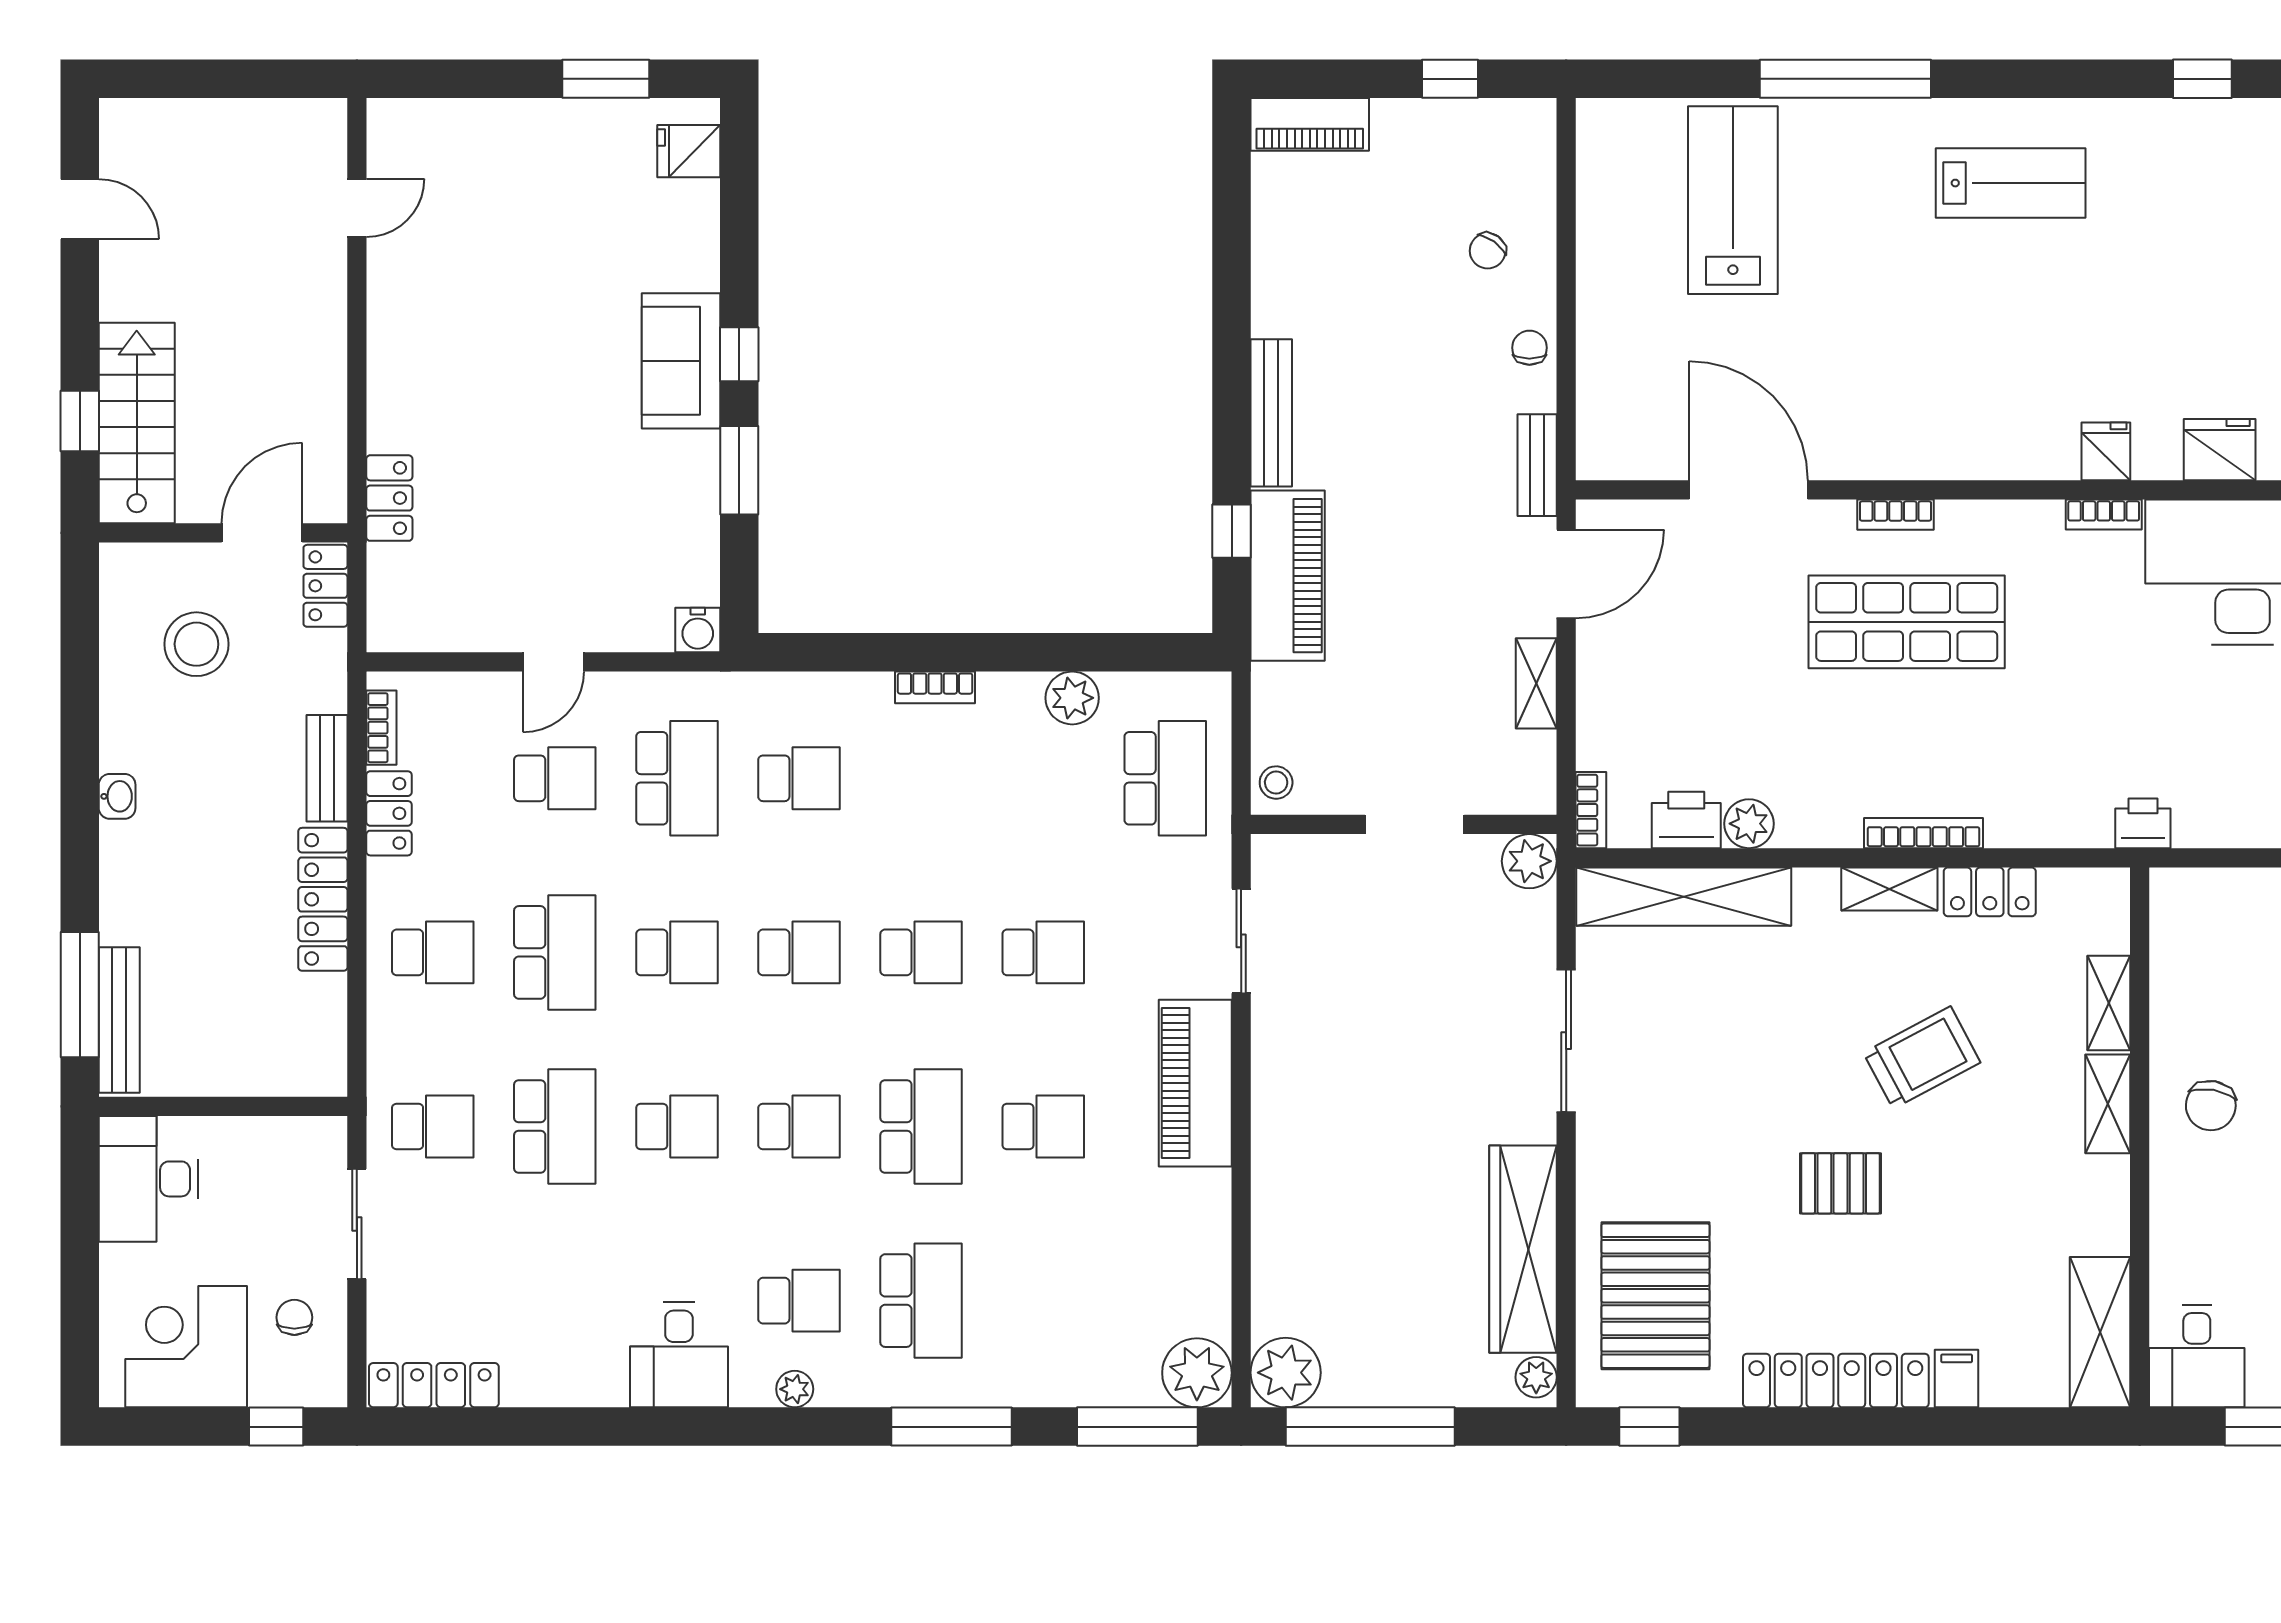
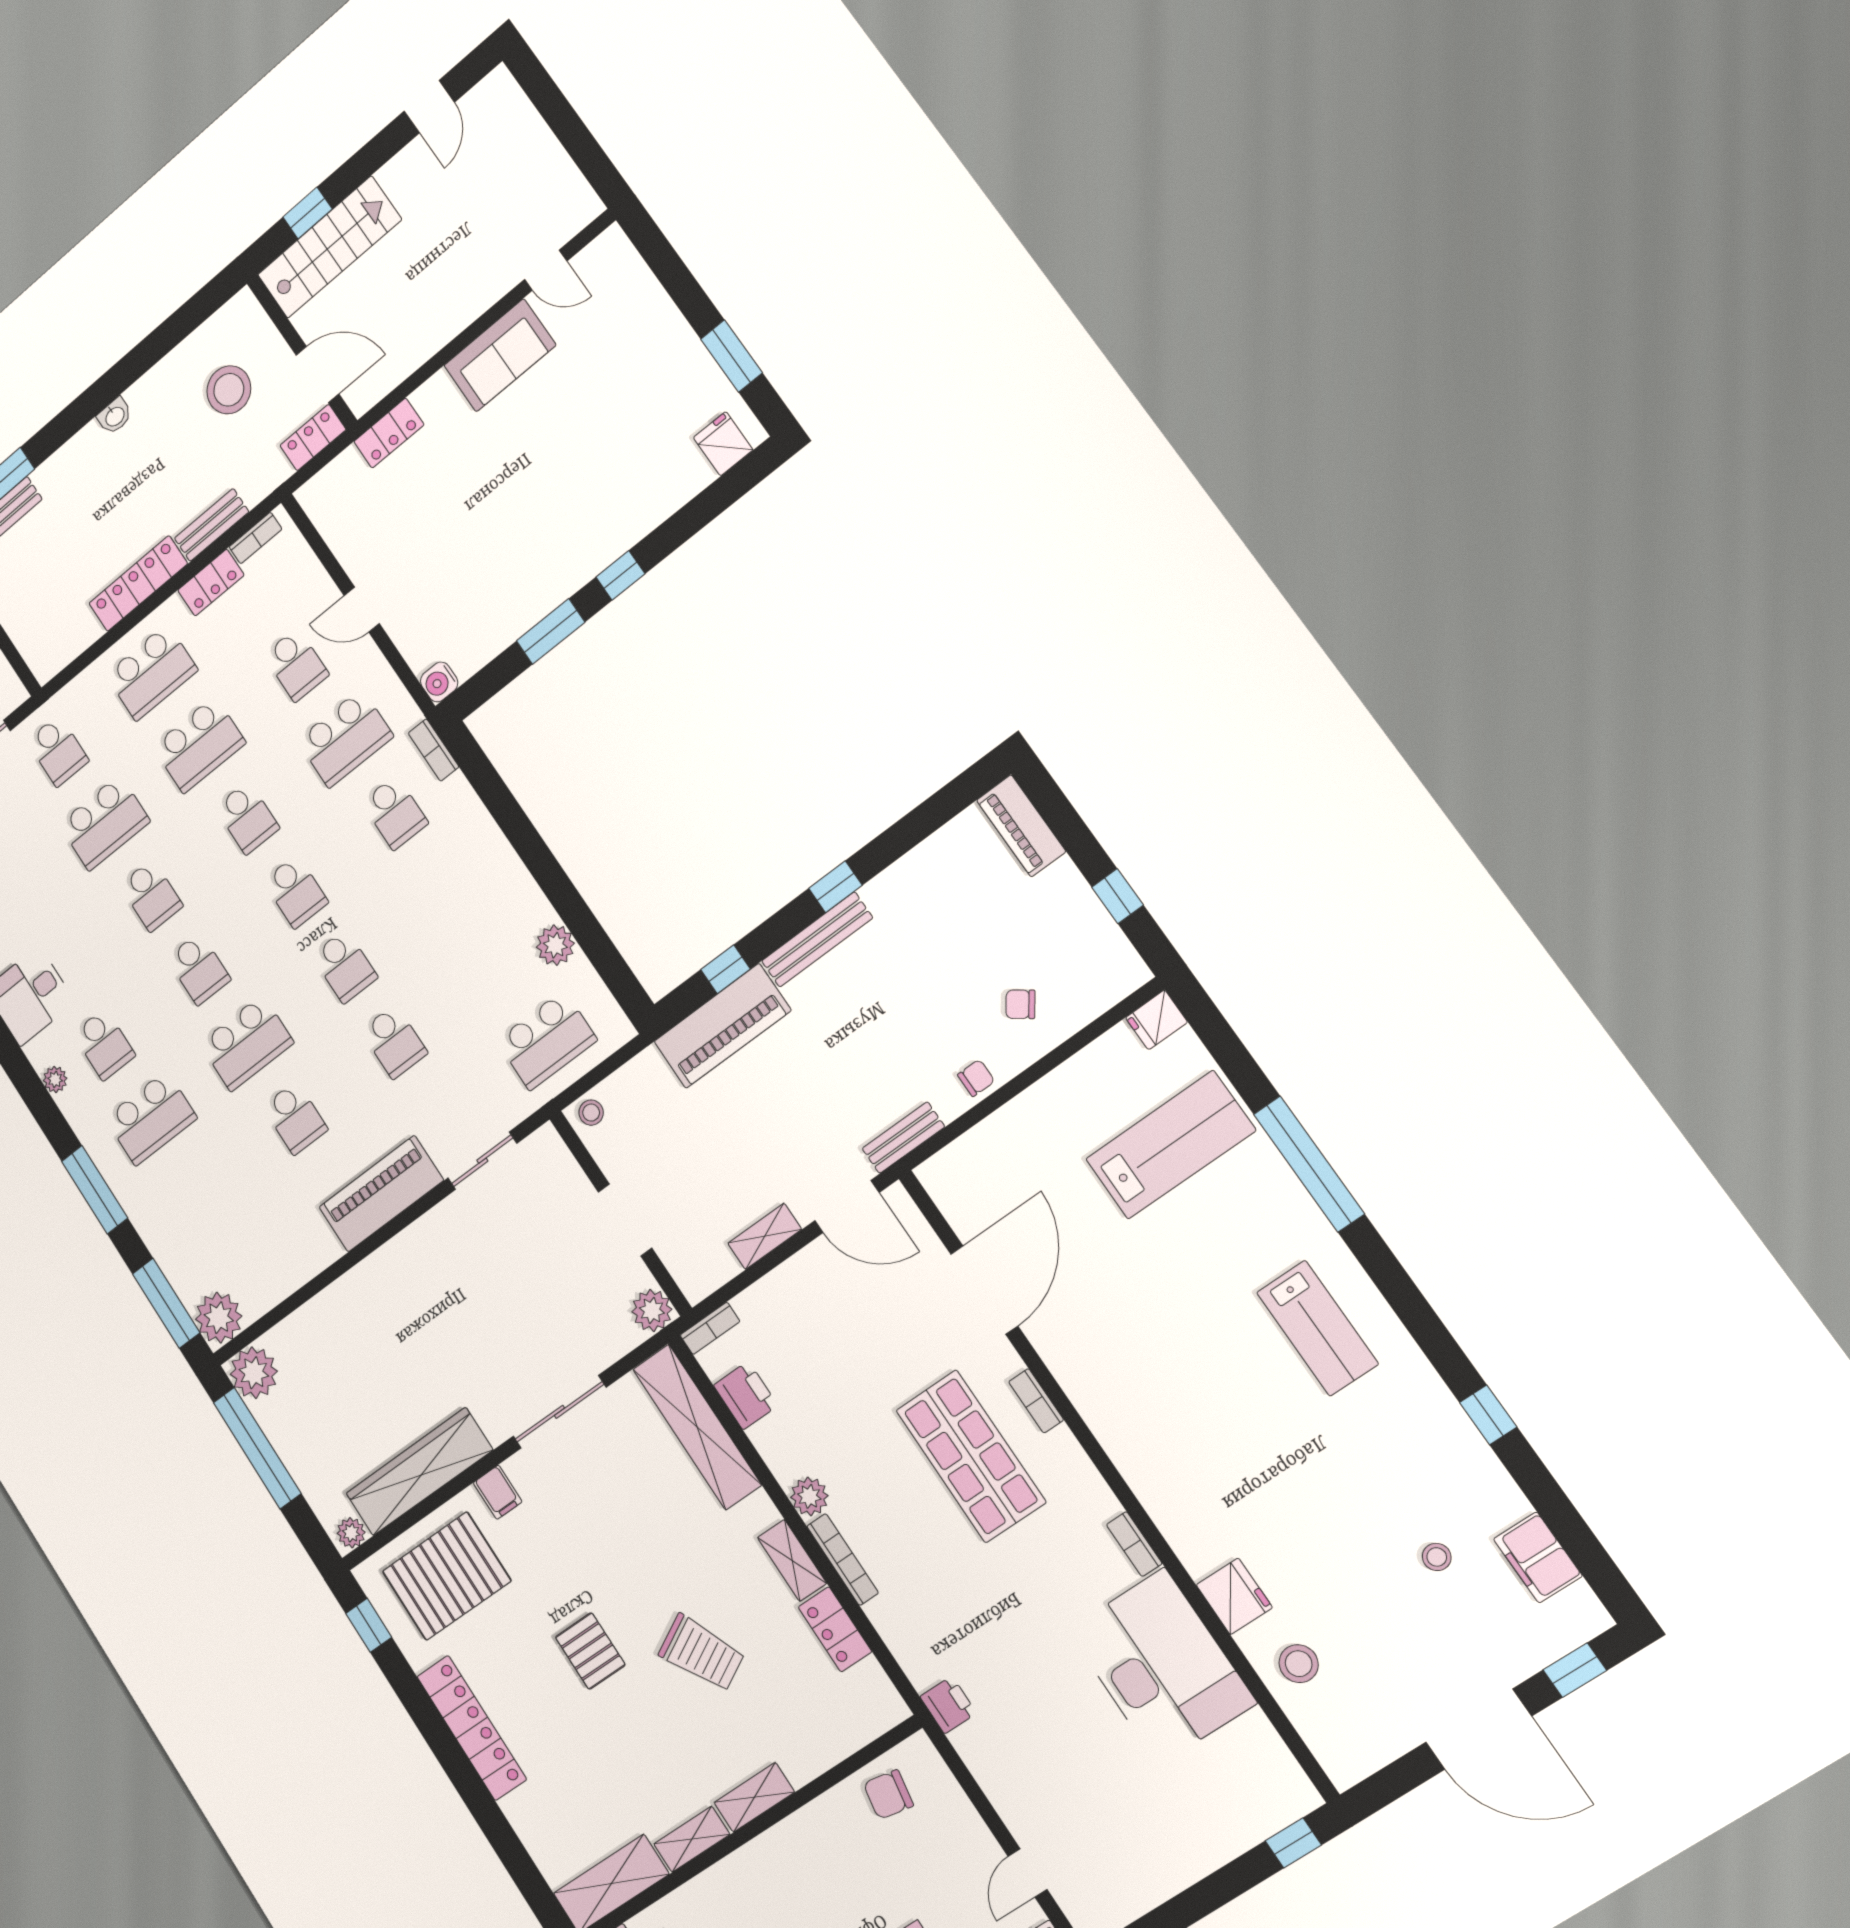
window: (1232, 356) -> (835, 887), added
sofa: (681, 361) -> (500, 355), moved, turned 180
fridge: (2106, 451) -> (1156, 1020), moved, turned 180
bookcase: (935, 687) -> (434, 750), moved
plant: (1749, 824) -> (809, 1496), moved
school desk: (433, 952) -> (152, 672), width x1.85
shelving: (2109, 1003) -> (692, 1839), moved
chair: (2211, 1106) -> (888, 1794), moved
filing cabinet: (1957, 1379) -> (498, 1492), moved, turned 90

